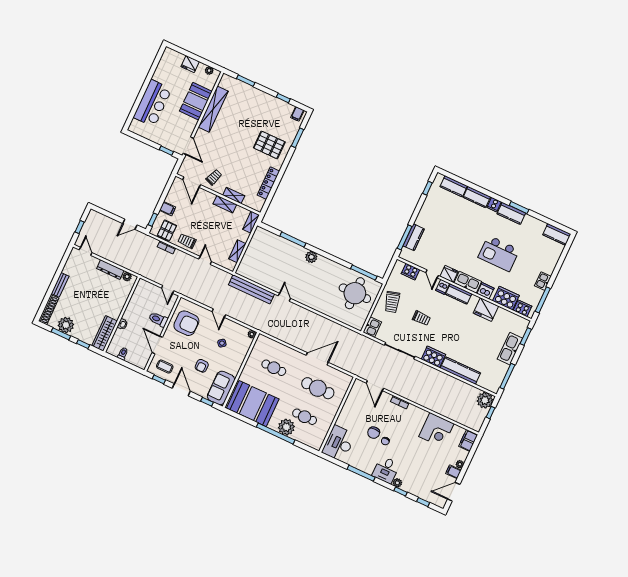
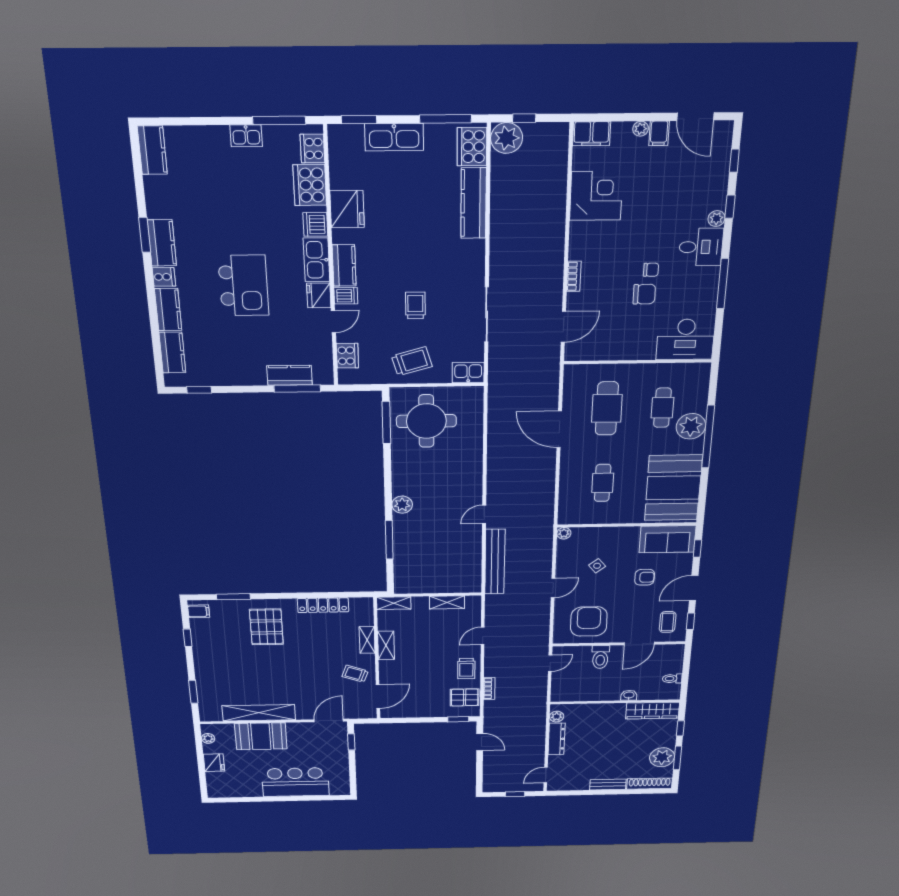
filing cabinet: (168, 209) -> (433, 709), removed
kitchen island: (499, 253) -> (243, 286), moved
cooker: (433, 357) -> (472, 147), moved

